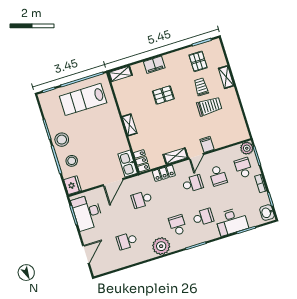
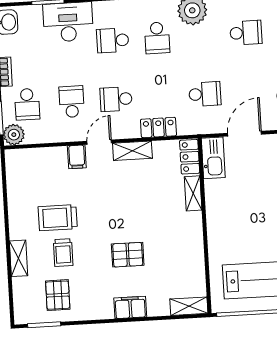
shelving: (129, 125) -> (193, 193), moved

